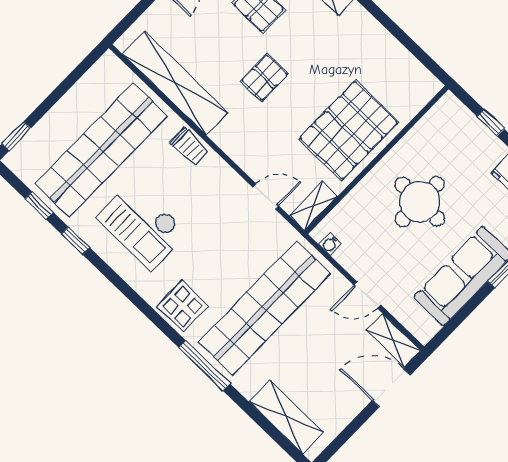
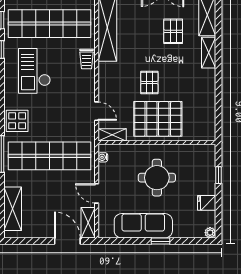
pallet: (264, 77) -> (149, 82), moved, turned 90

